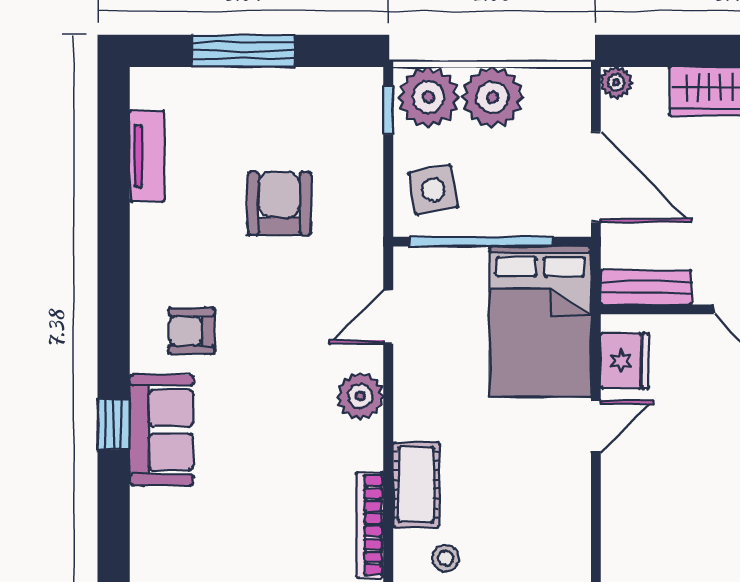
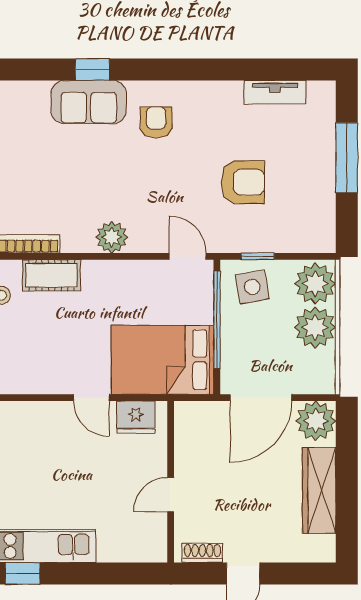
plant: (616, 82) -> (316, 421), width x1.88, depth x1.88
window: (388, 110) -> (258, 256), moved
bench: (646, 287) -> (186, 432), removed
door: (388, 317) -> (188, 256), moved

